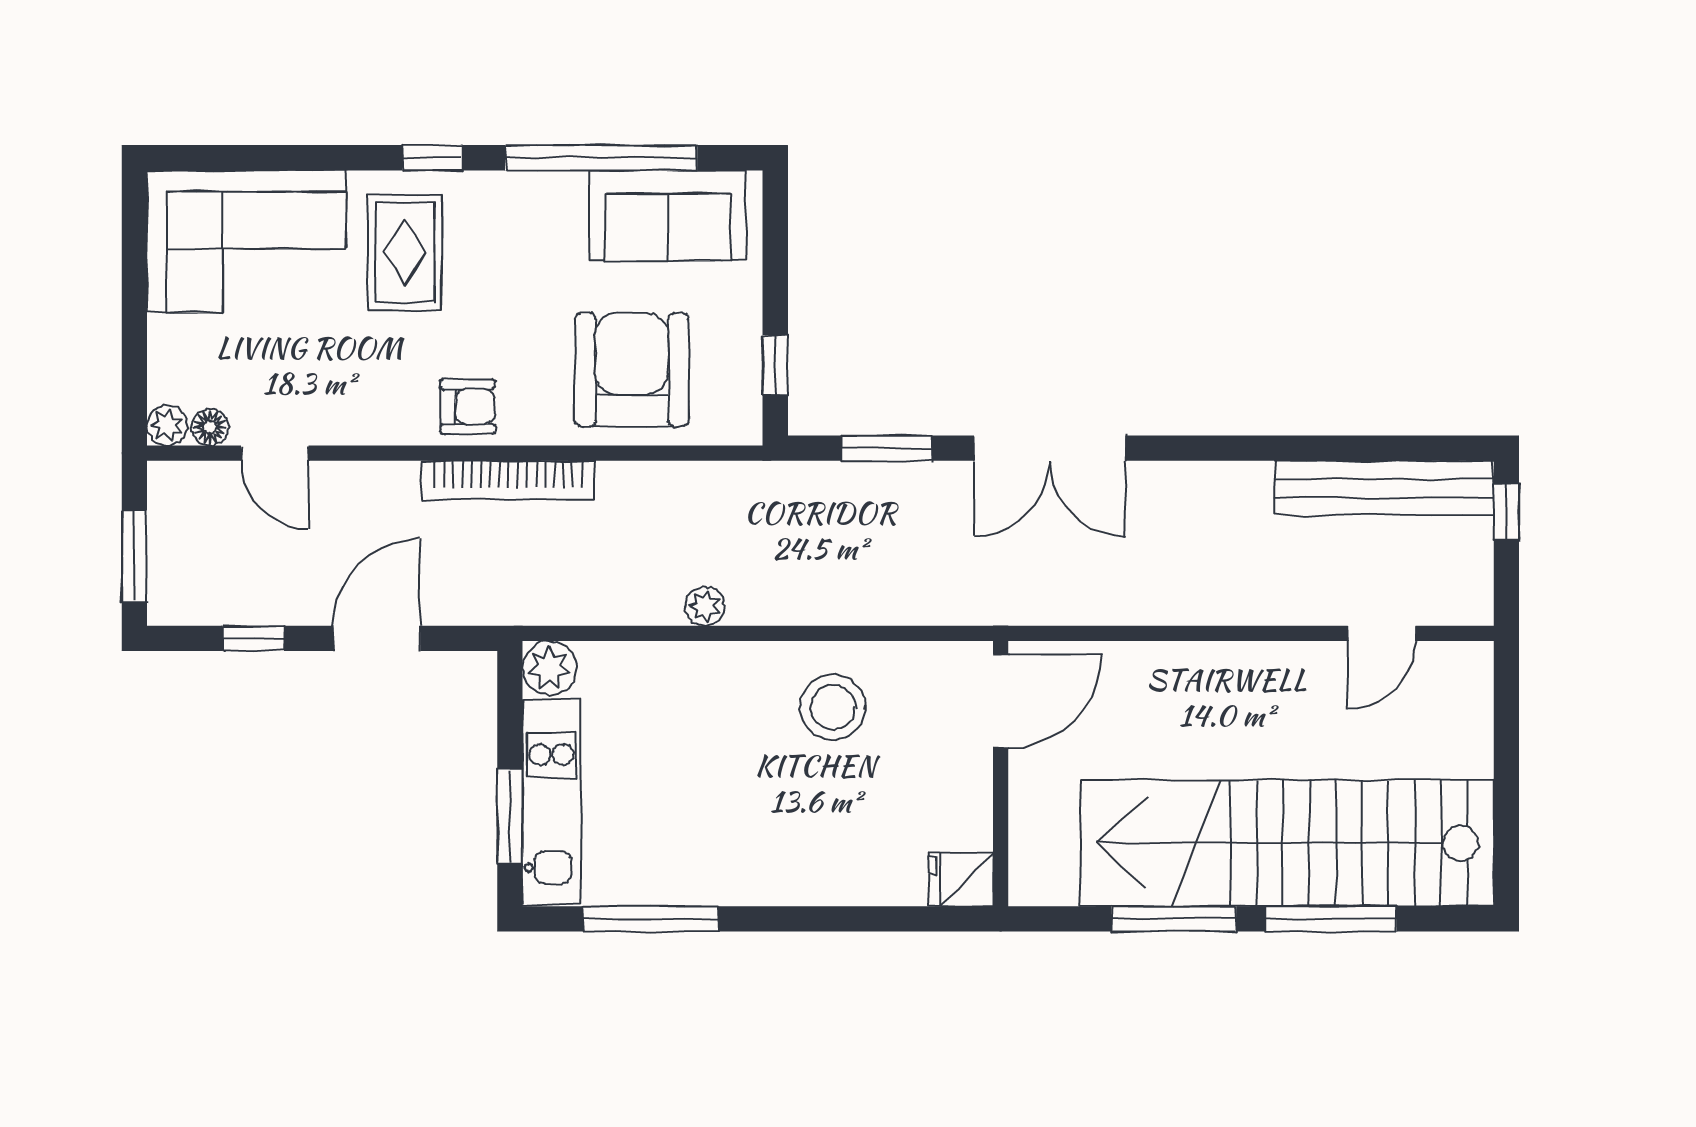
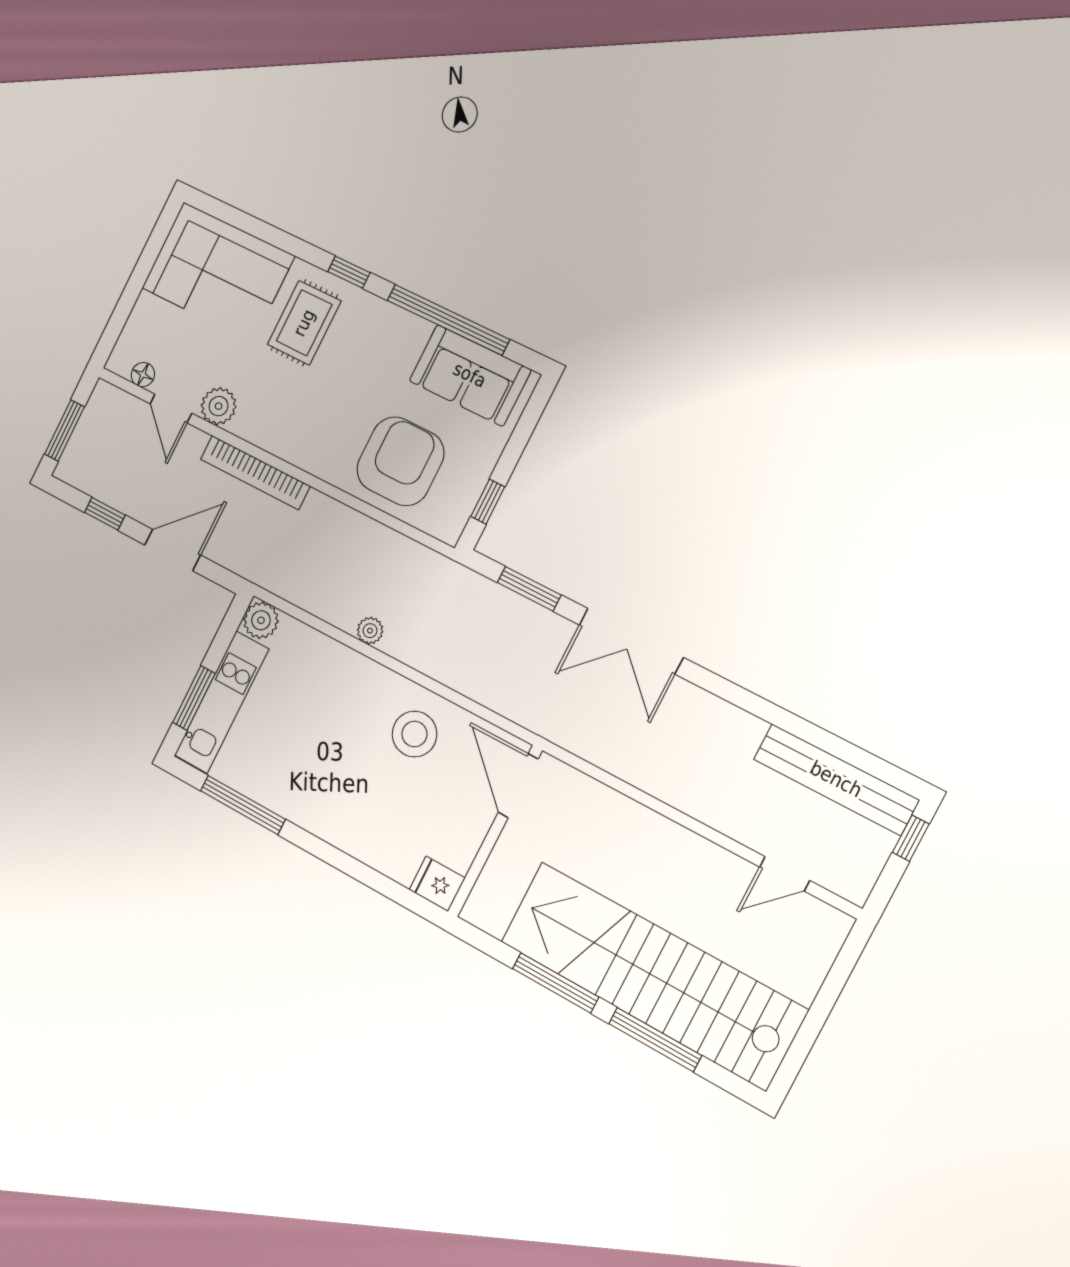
armchair: (467, 407) -> (293, 436), removed
plant: (167, 425) -> (219, 406), moved, width x1.38, depth x1.38
bookcase: (508, 480) -> (255, 473), moved
door: (1001, 701) -> (518, 786), swing flipped

